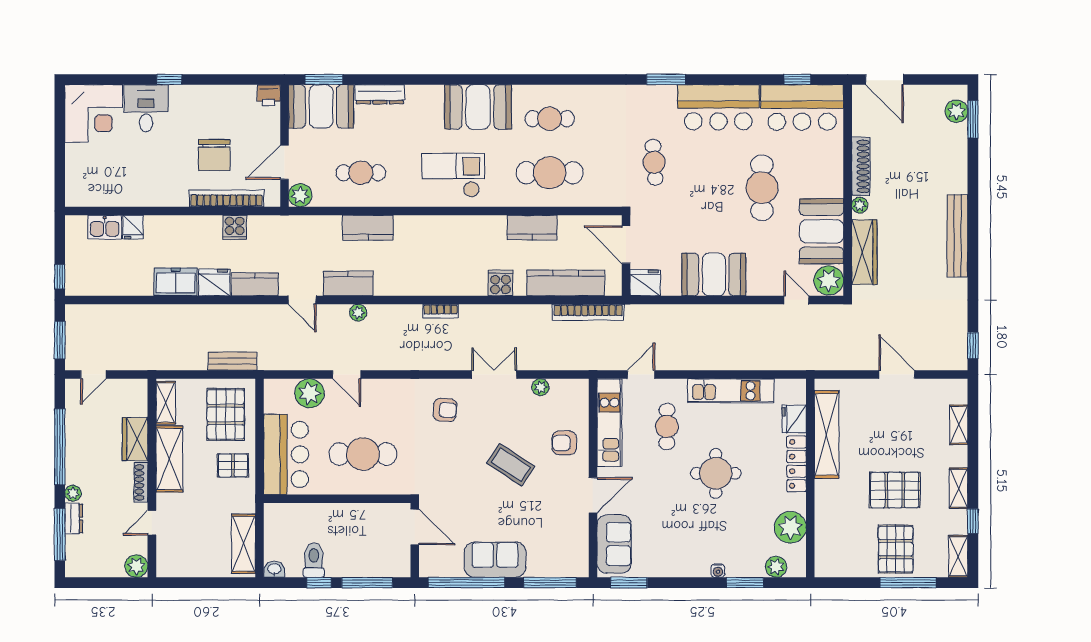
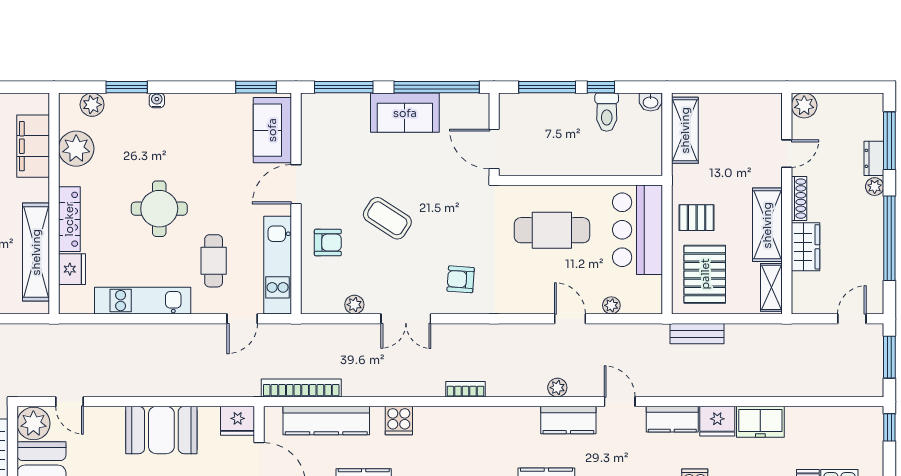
plant: (310, 393) -> (611, 305), width x0.53, depth x0.53
filing cabinet: (829, 530) -> (33, 146), added

